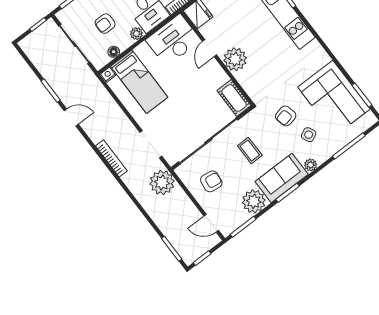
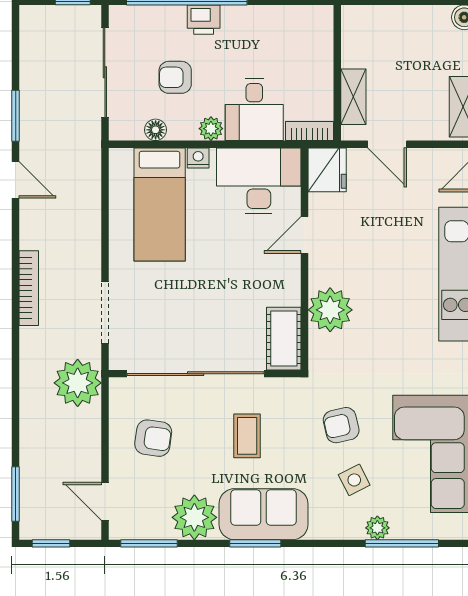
plant: (235, 59) -> (330, 310), moved
nightstand: (108, 75) -> (198, 158), moved
plant: (311, 165) -> (377, 528), moved

